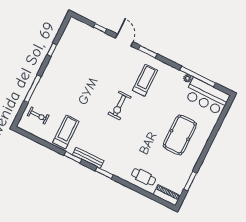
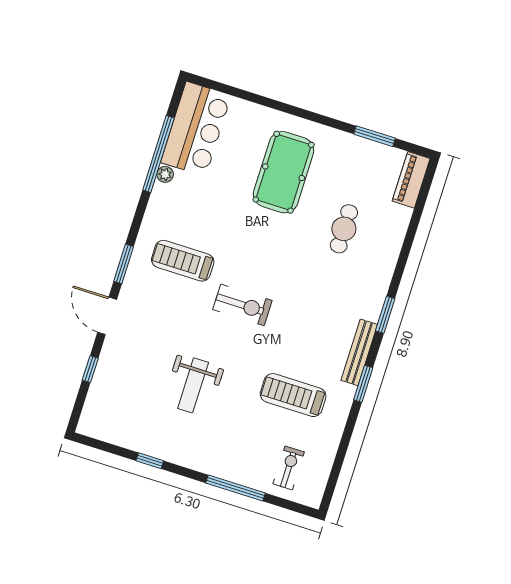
door: (124, 40) -> (107, 316), hinge flipped
weight bench: (85, 76) -> (193, 385), added
treadmill: (66, 132) -> (293, 395), moved
pool table: (180, 135) -> (284, 172), turned 90
cafe table: (144, 177) -> (344, 229), moved

